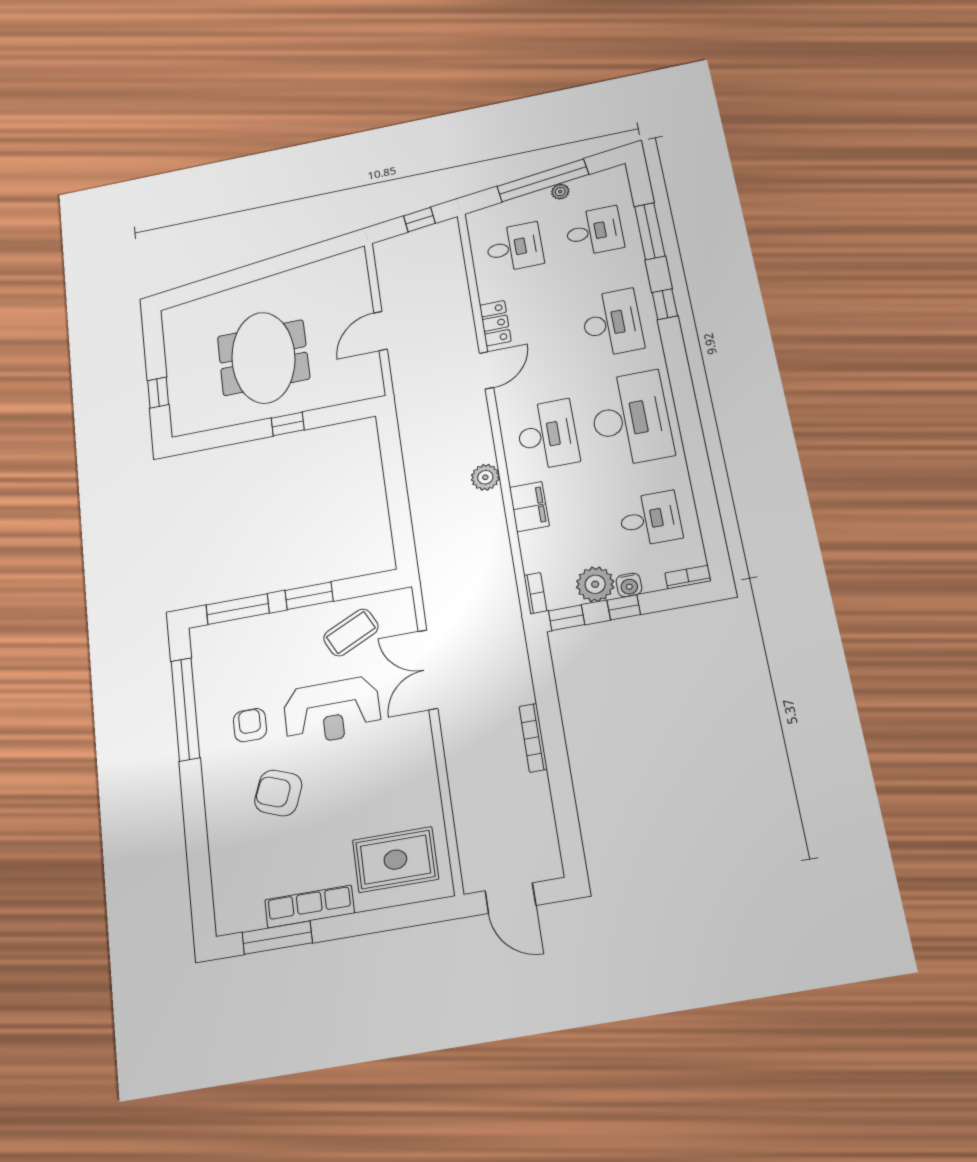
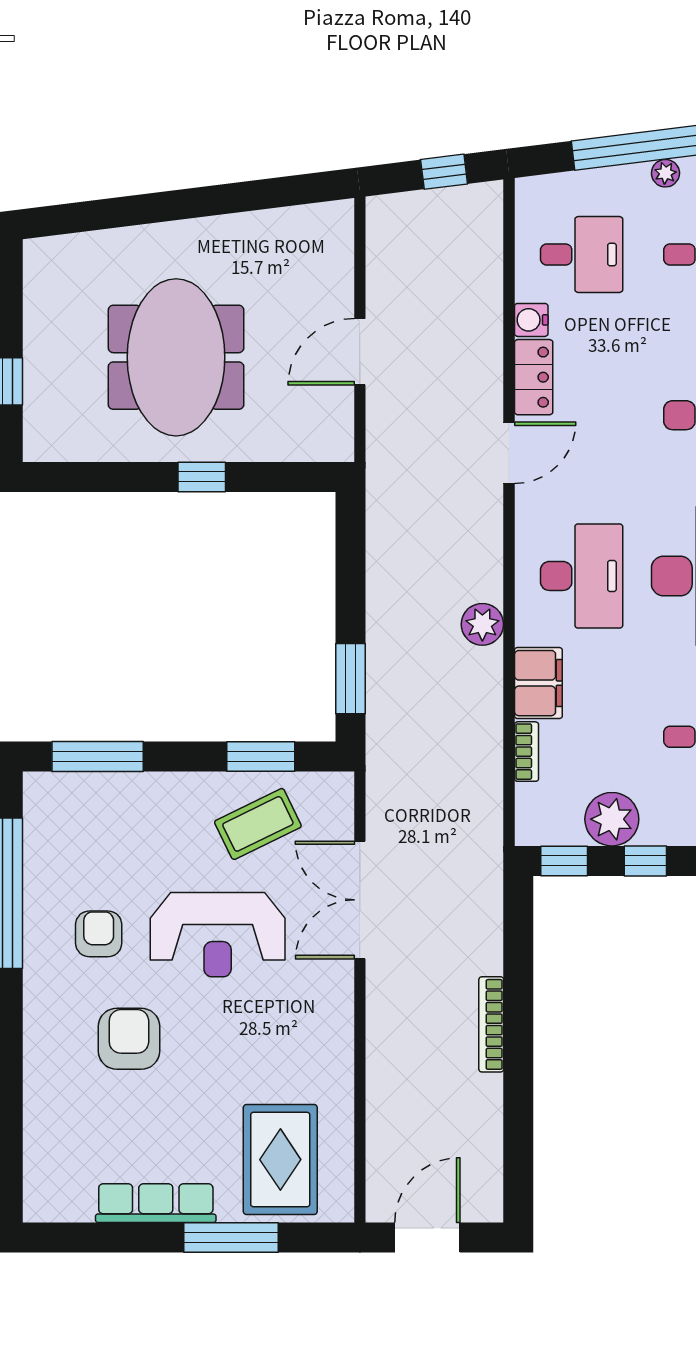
window: (402, 528) -> (351, 679), added
water cooler: (629, 585) -> (531, 320), moved, turned 90
bookcase: (535, 593) -> (527, 752), moved
window: (309, 596) -> (261, 757), moved
armchair: (278, 793) -> (129, 1039), turned 69
rug: (395, 860) -> (280, 1160), turned 90
door: (510, 898) -> (427, 1237), swing flipped
window: (277, 938) -> (231, 1237), moved

